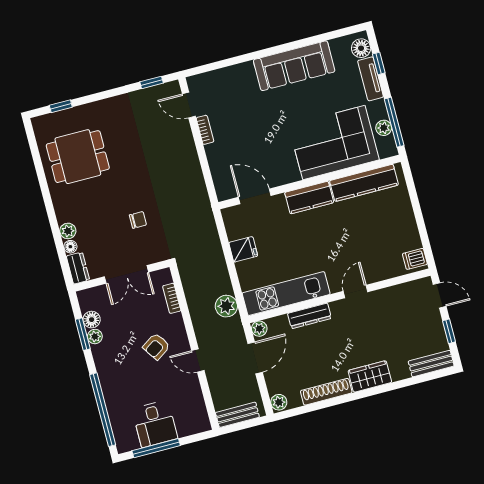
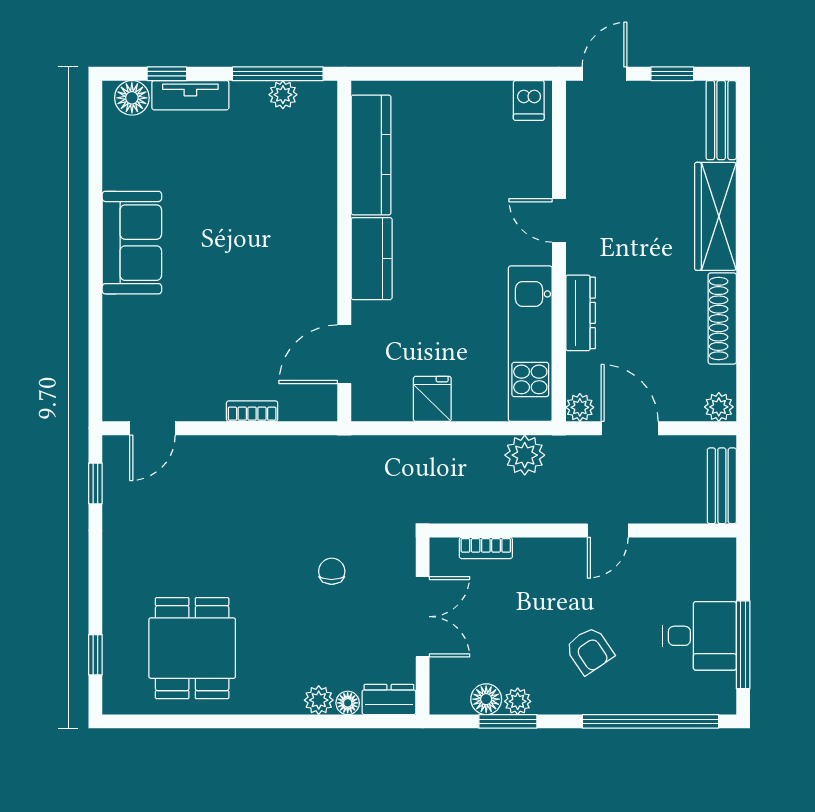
sofa: (294, 66) -> (132, 243), width x0.73
bookcase: (205, 130) -> (252, 411), moved
corner sofa: (334, 143) -> (286, 189), removed
armchair: (156, 346) -> (590, 651), moved
wardrobe: (370, 376) -> (715, 216), width x1.50

